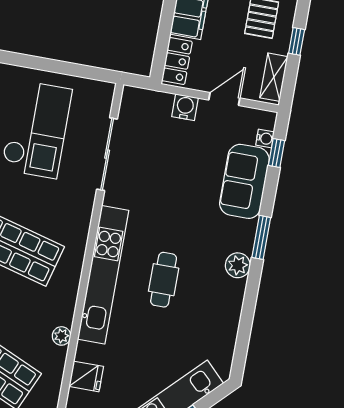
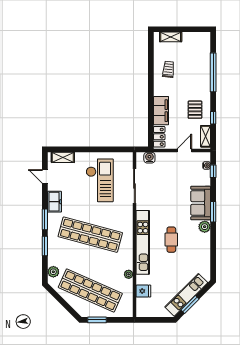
water cooler: (185, 107) -> (149, 158), moved
sofa: (244, 181) -> (201, 203), moved

